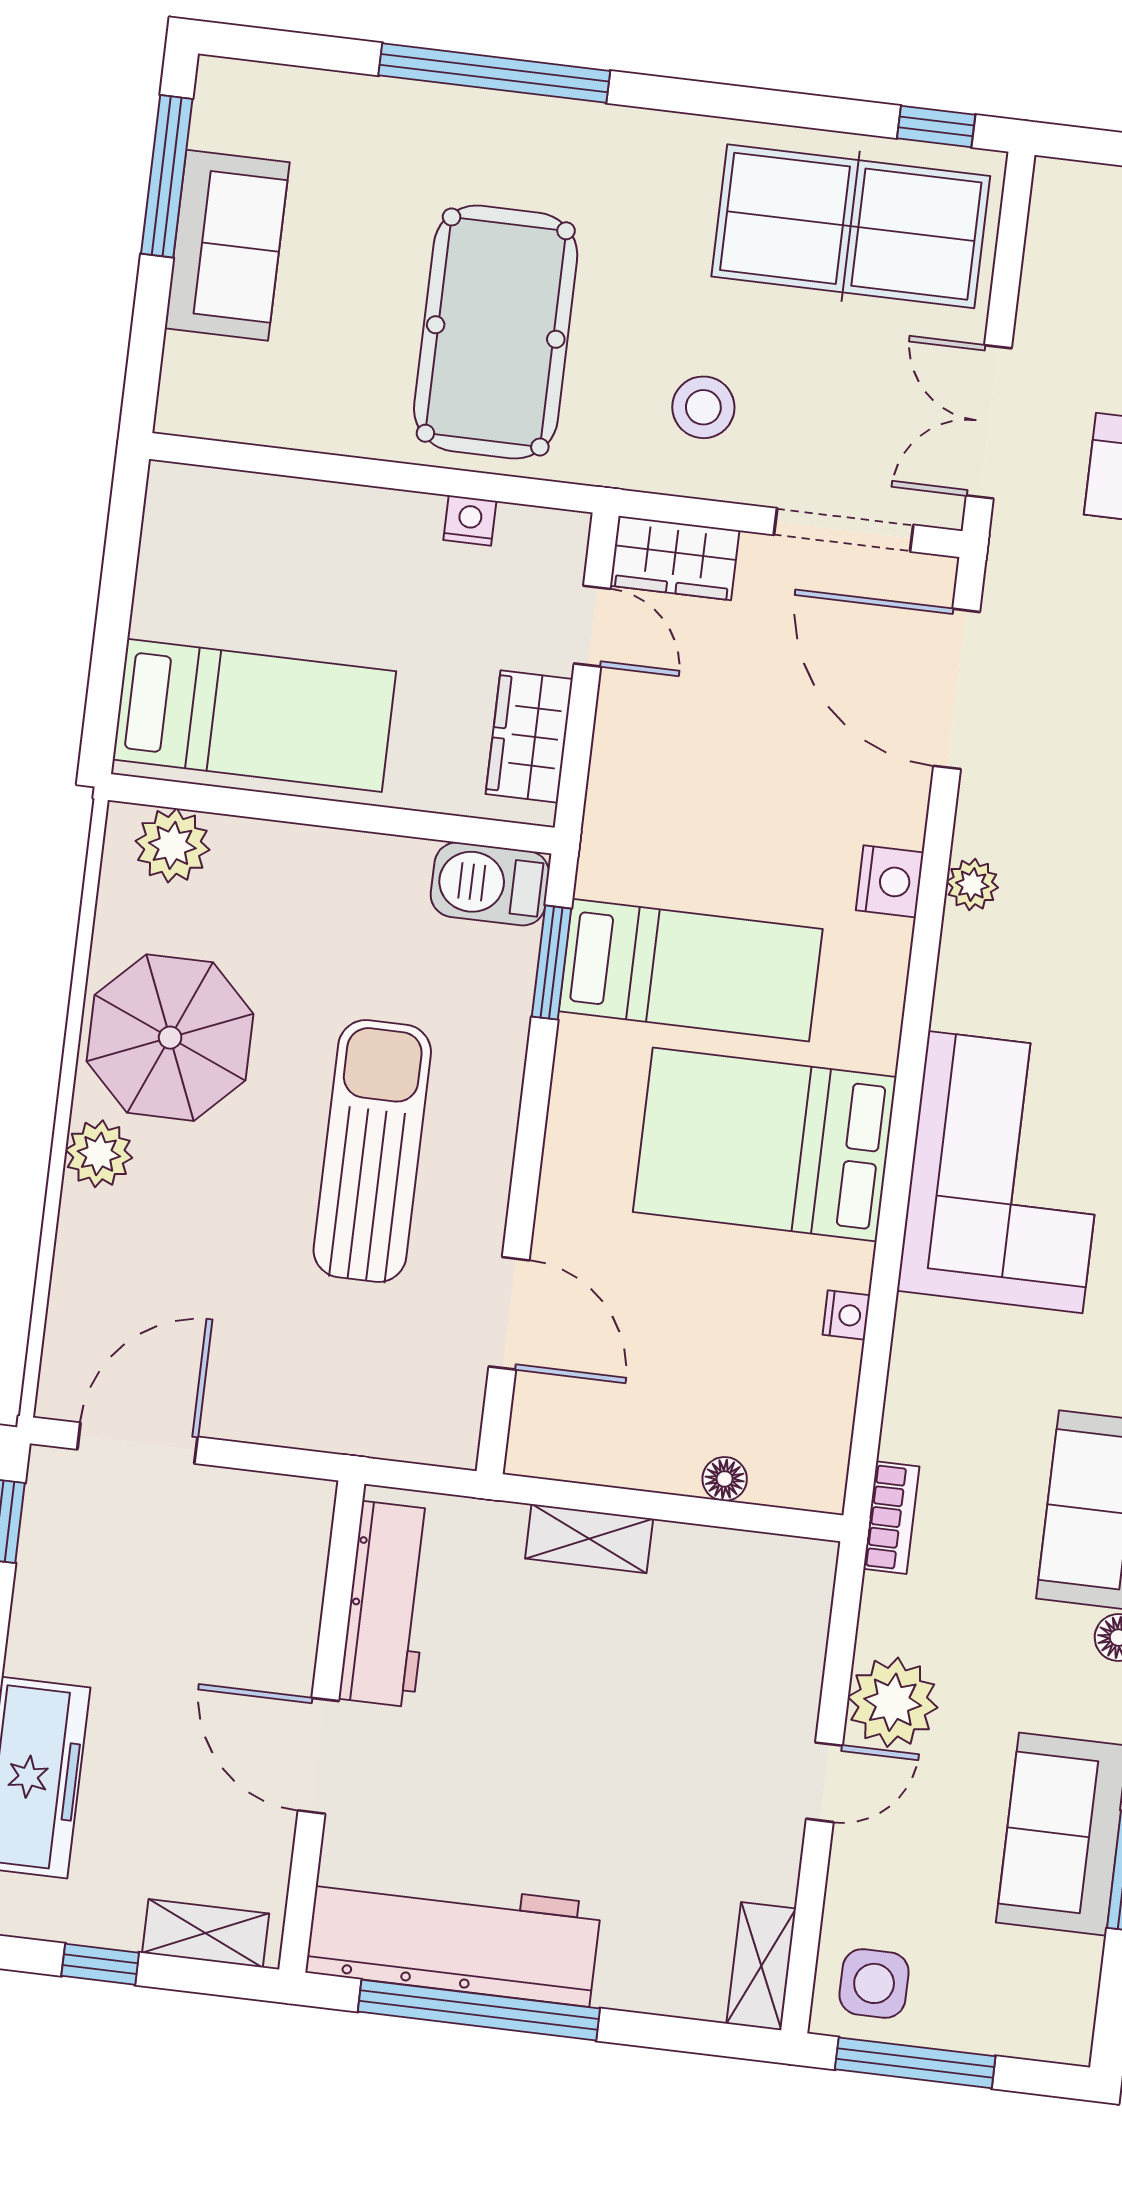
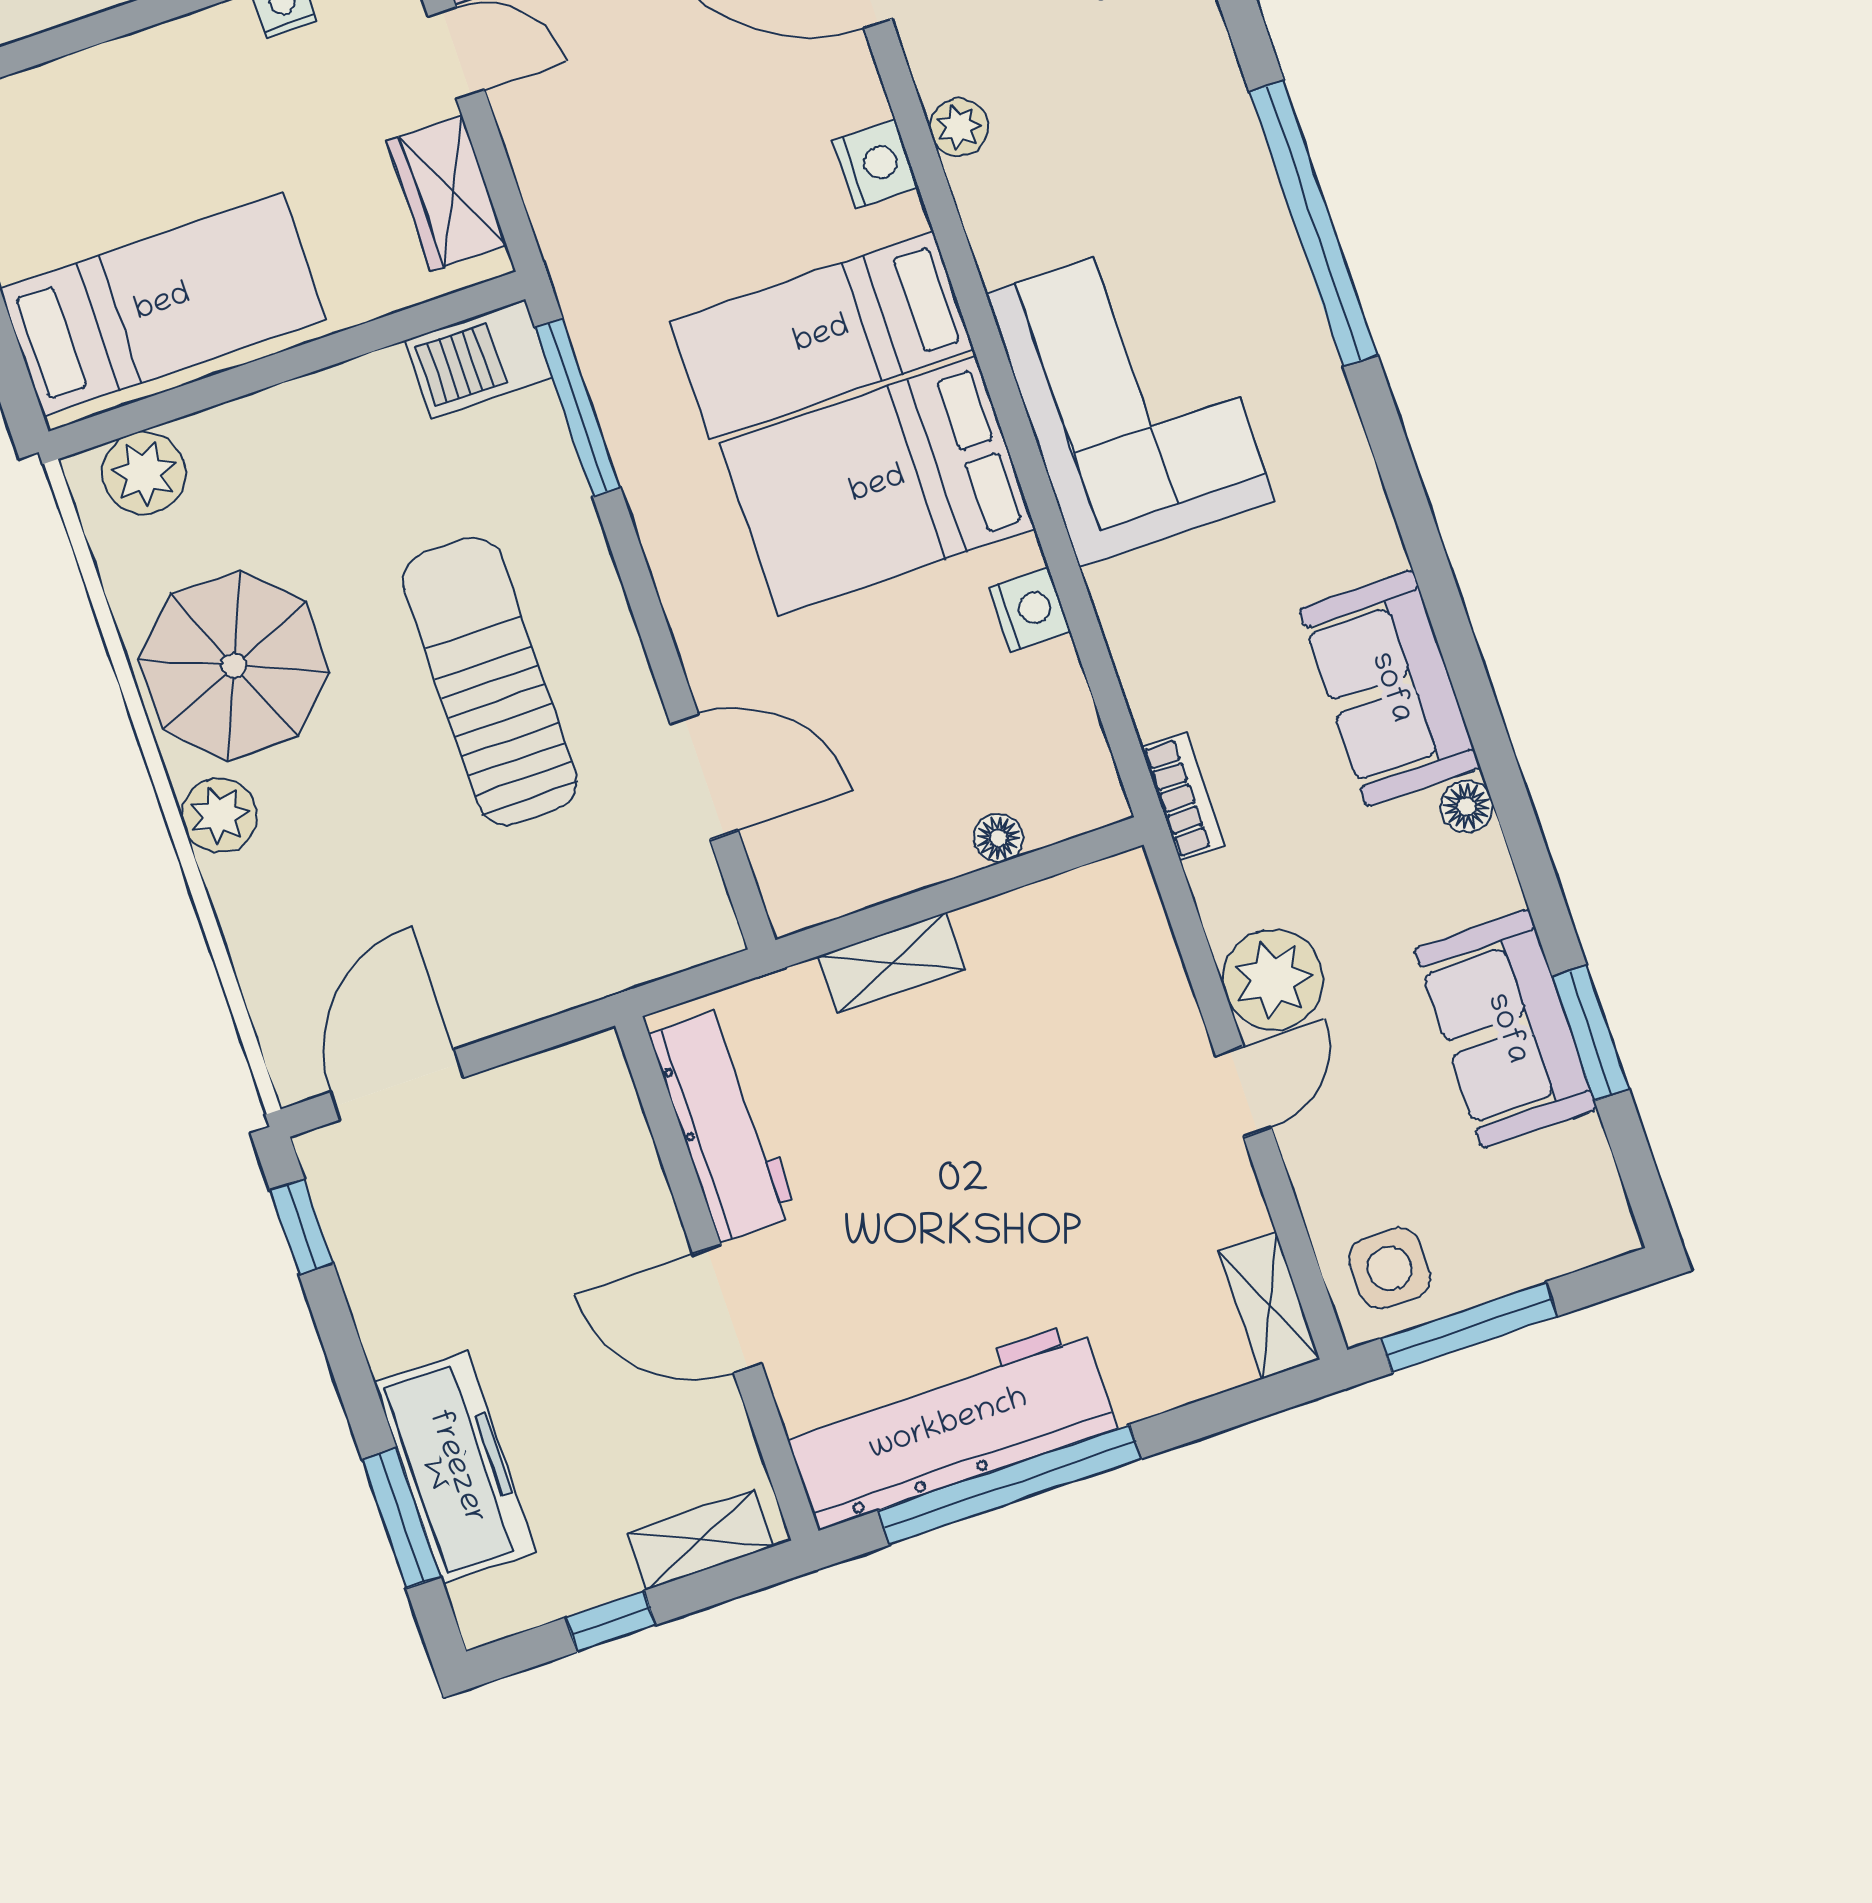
window: (551, 963) -> (578, 407), width x1.44
bed: (691, 970) -> (822, 336), moved, turned 180
nightstand: (846, 1315) -> (1030, 610), width x1.39, depth x1.35

